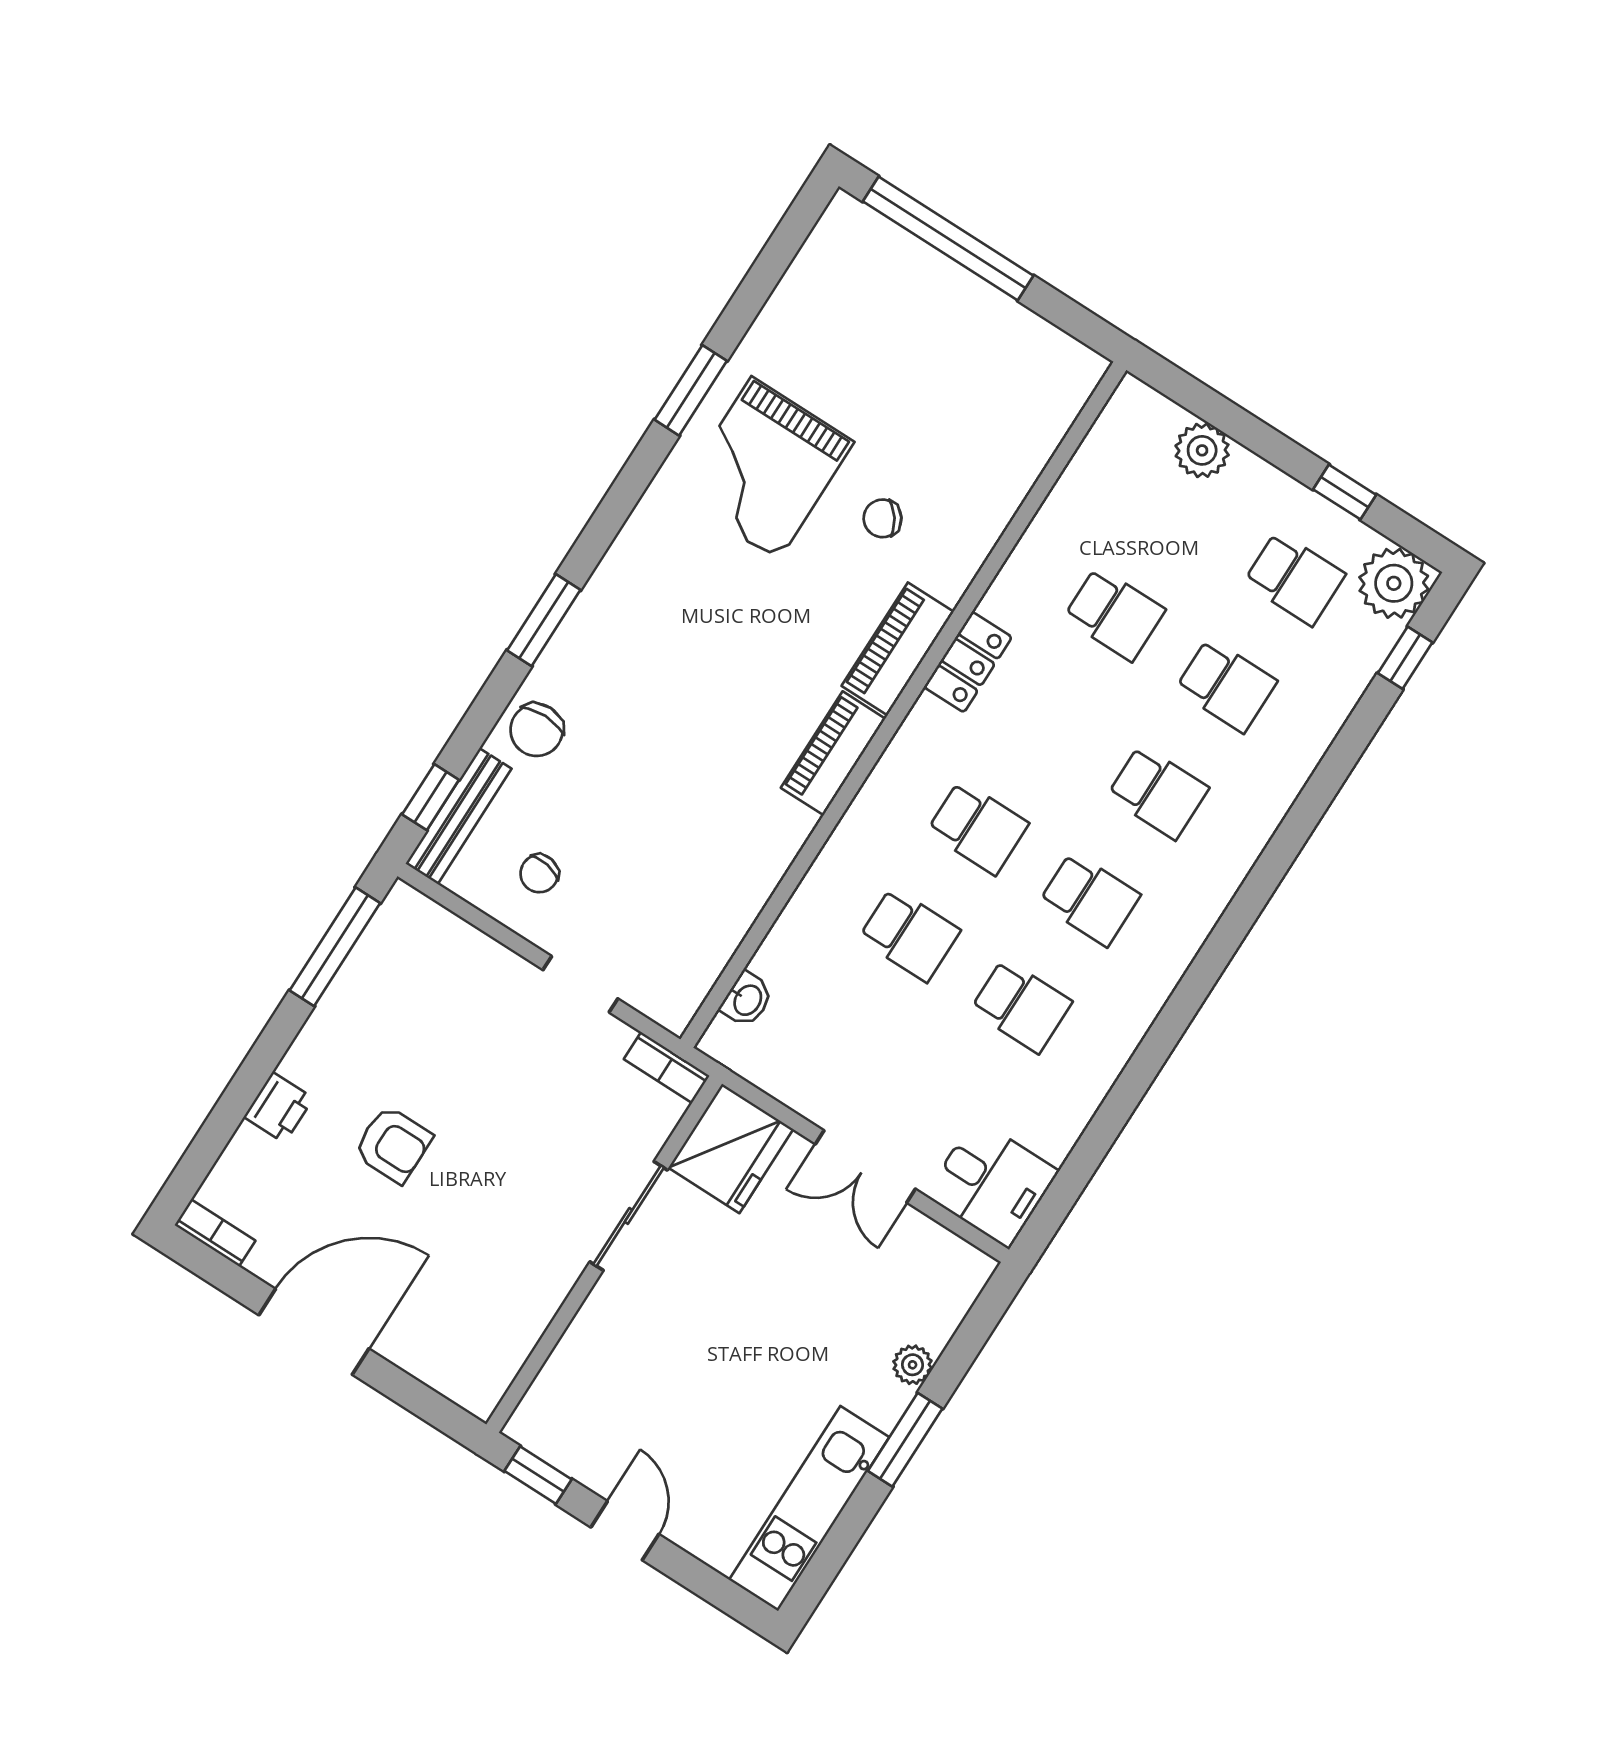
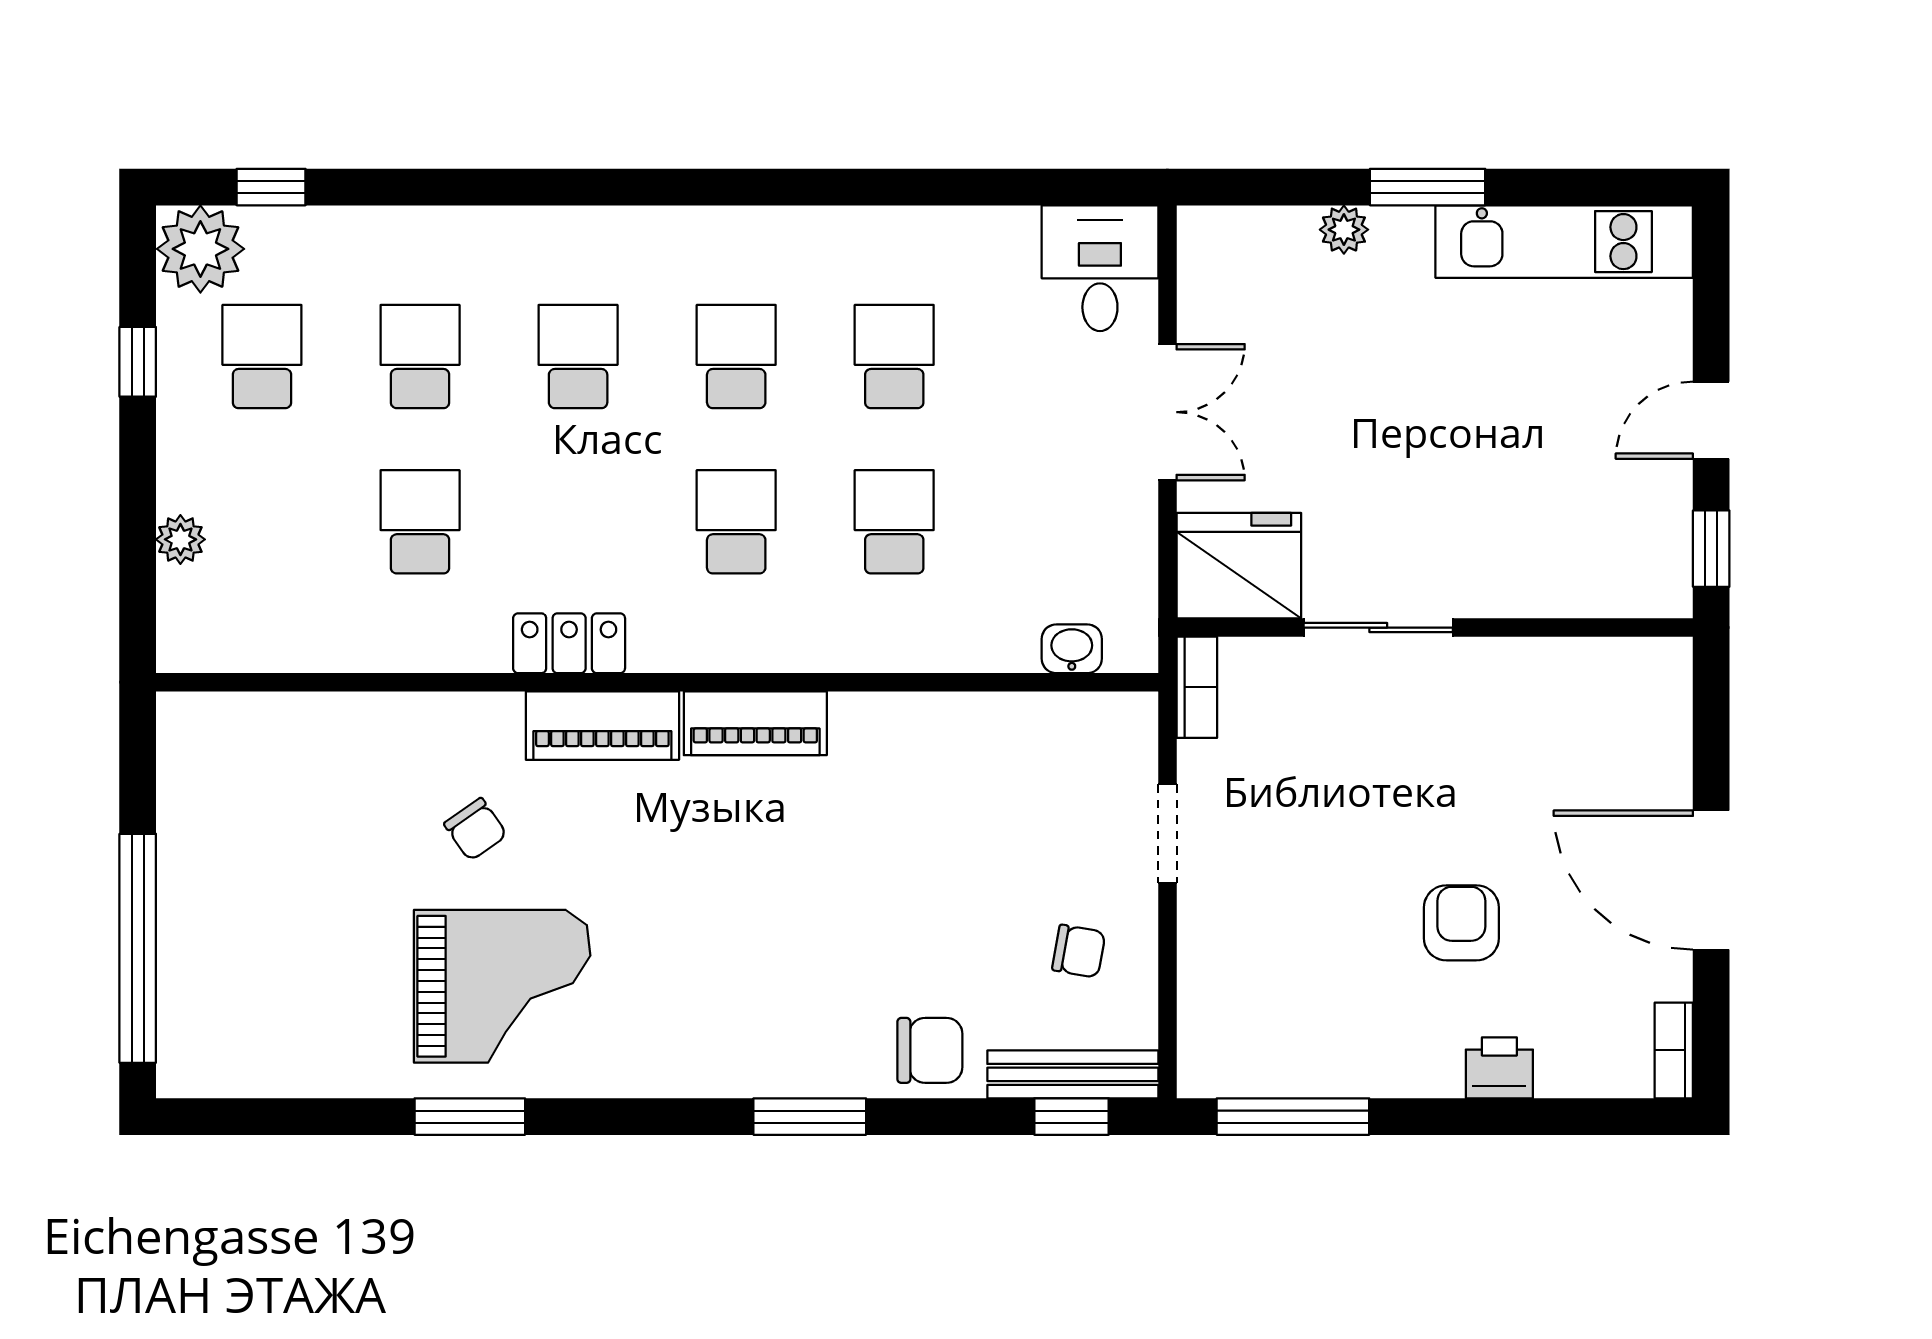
plant: (1202, 450) -> (180, 539), width x0.73, depth x0.73

